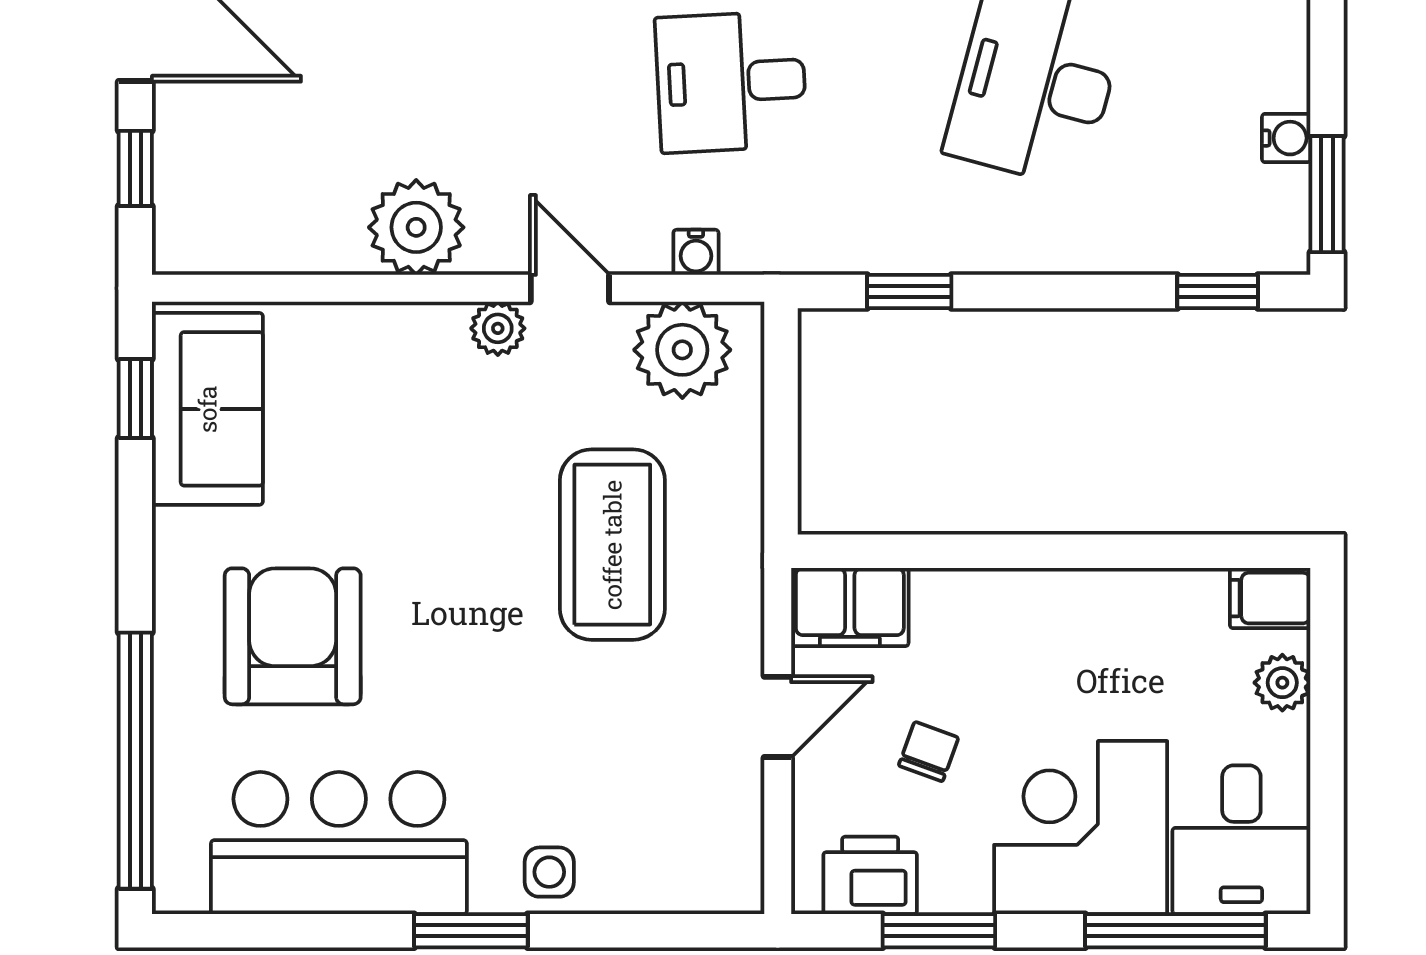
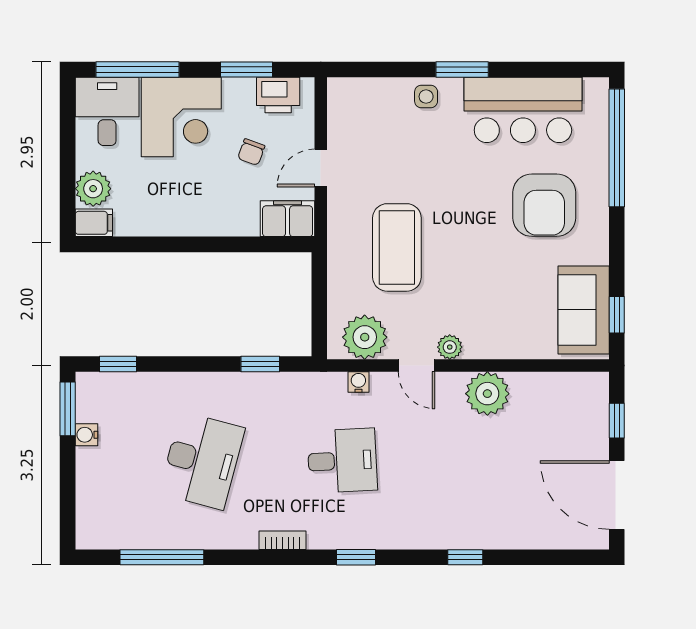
plant: (1282, 683) -> (93, 189), width x1.38, depth x1.38

